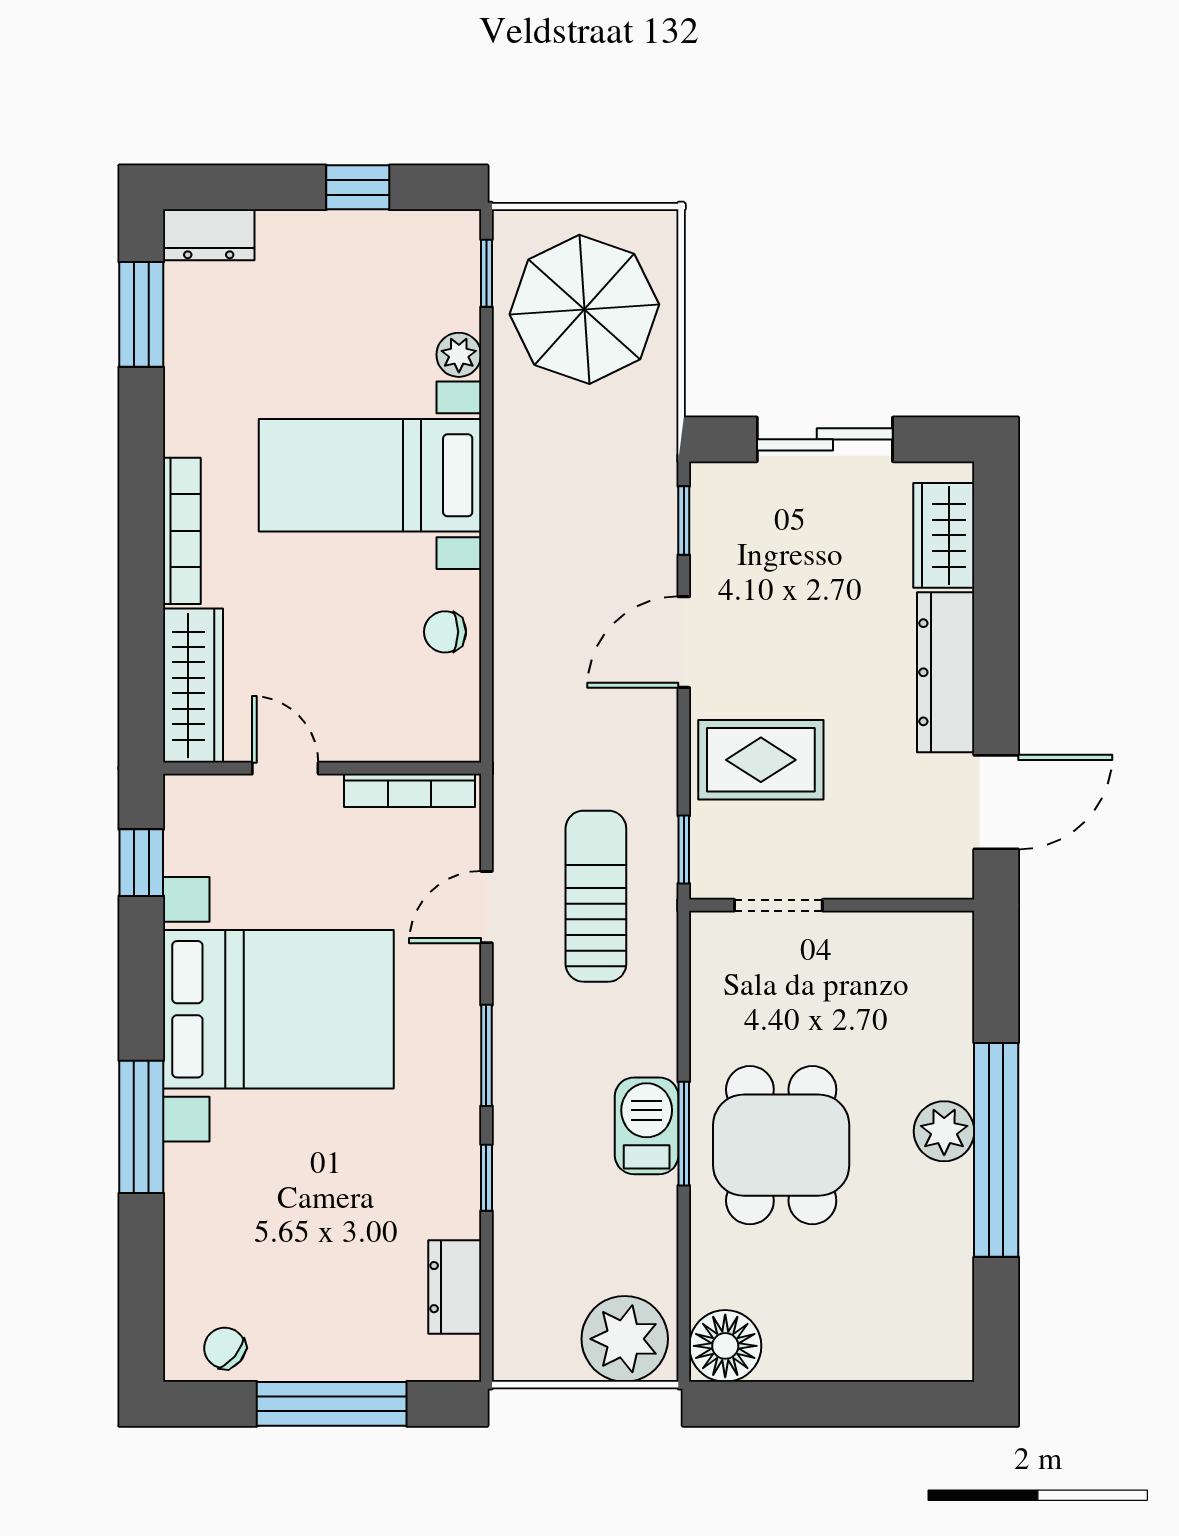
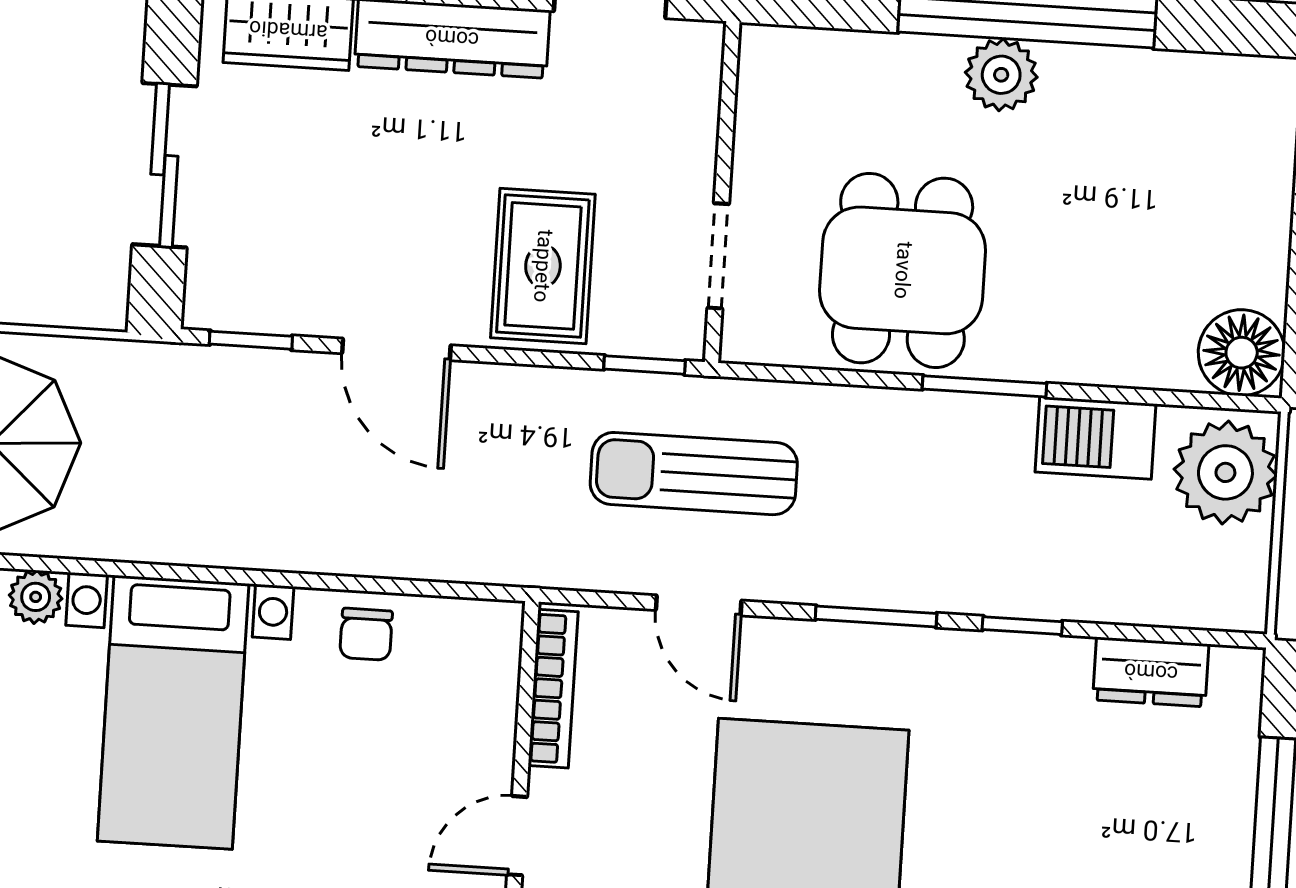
barbecue: (647, 1126) -> (1096, 438), moved
dining table: (781, 1145) -> (903, 270), moved, turned 90

